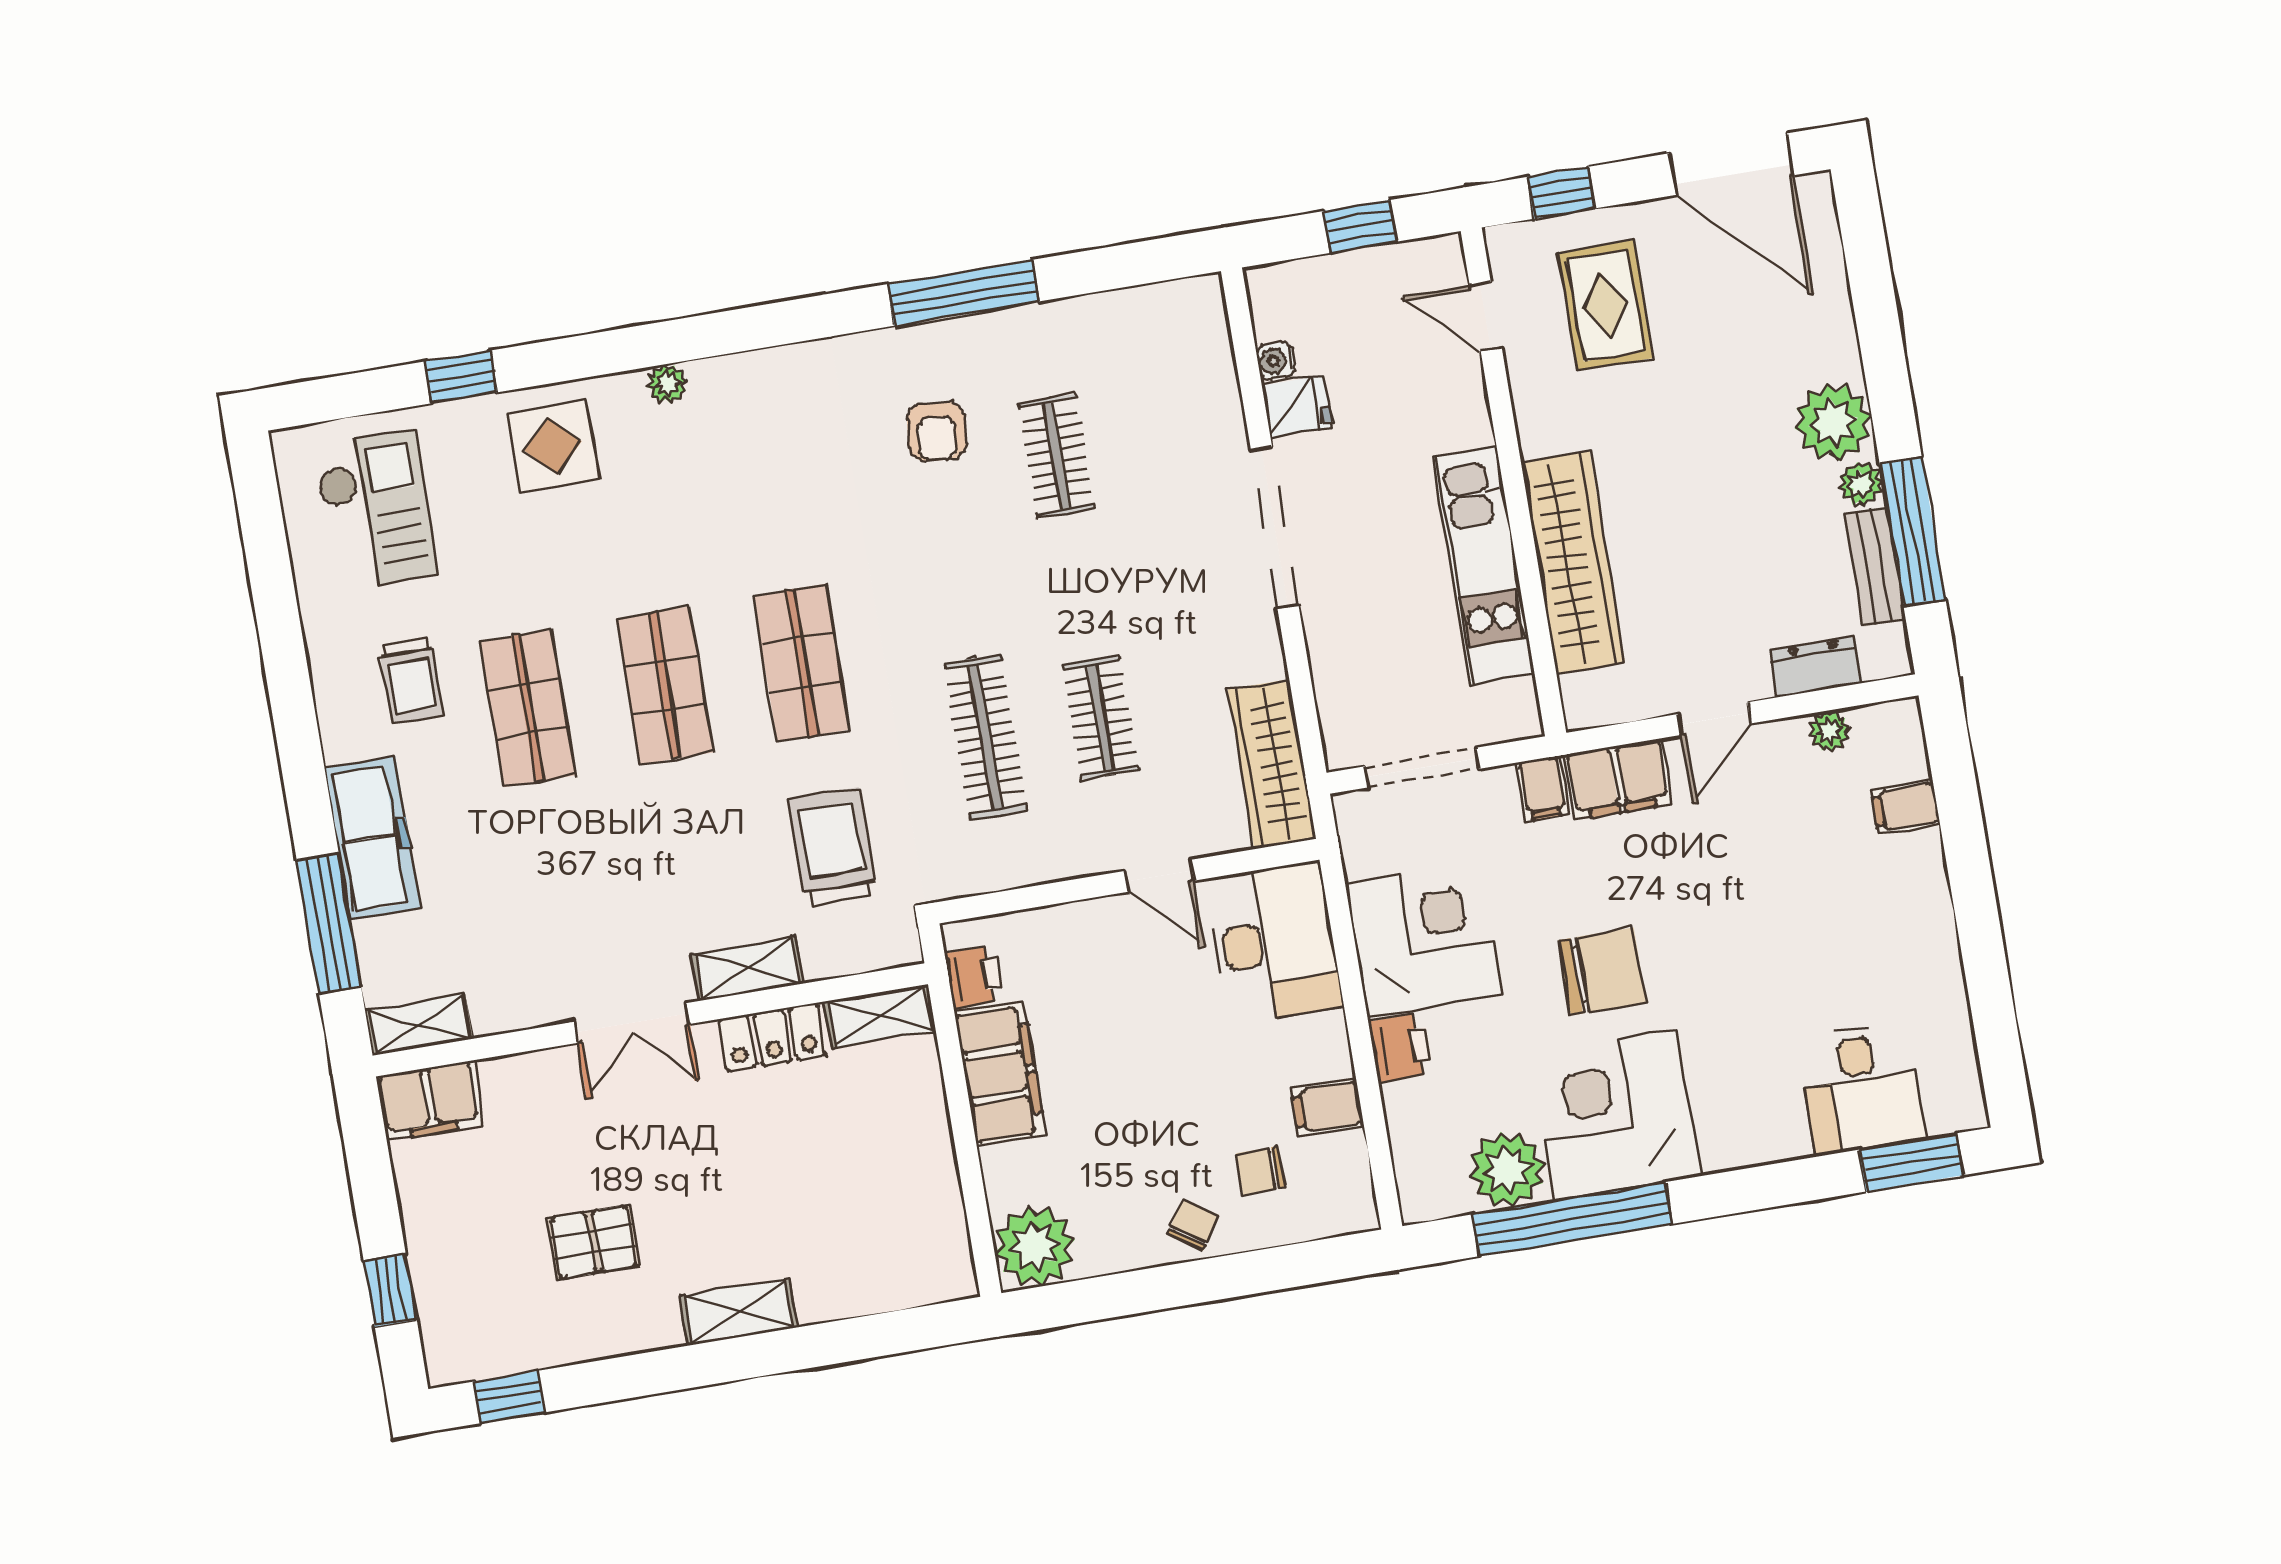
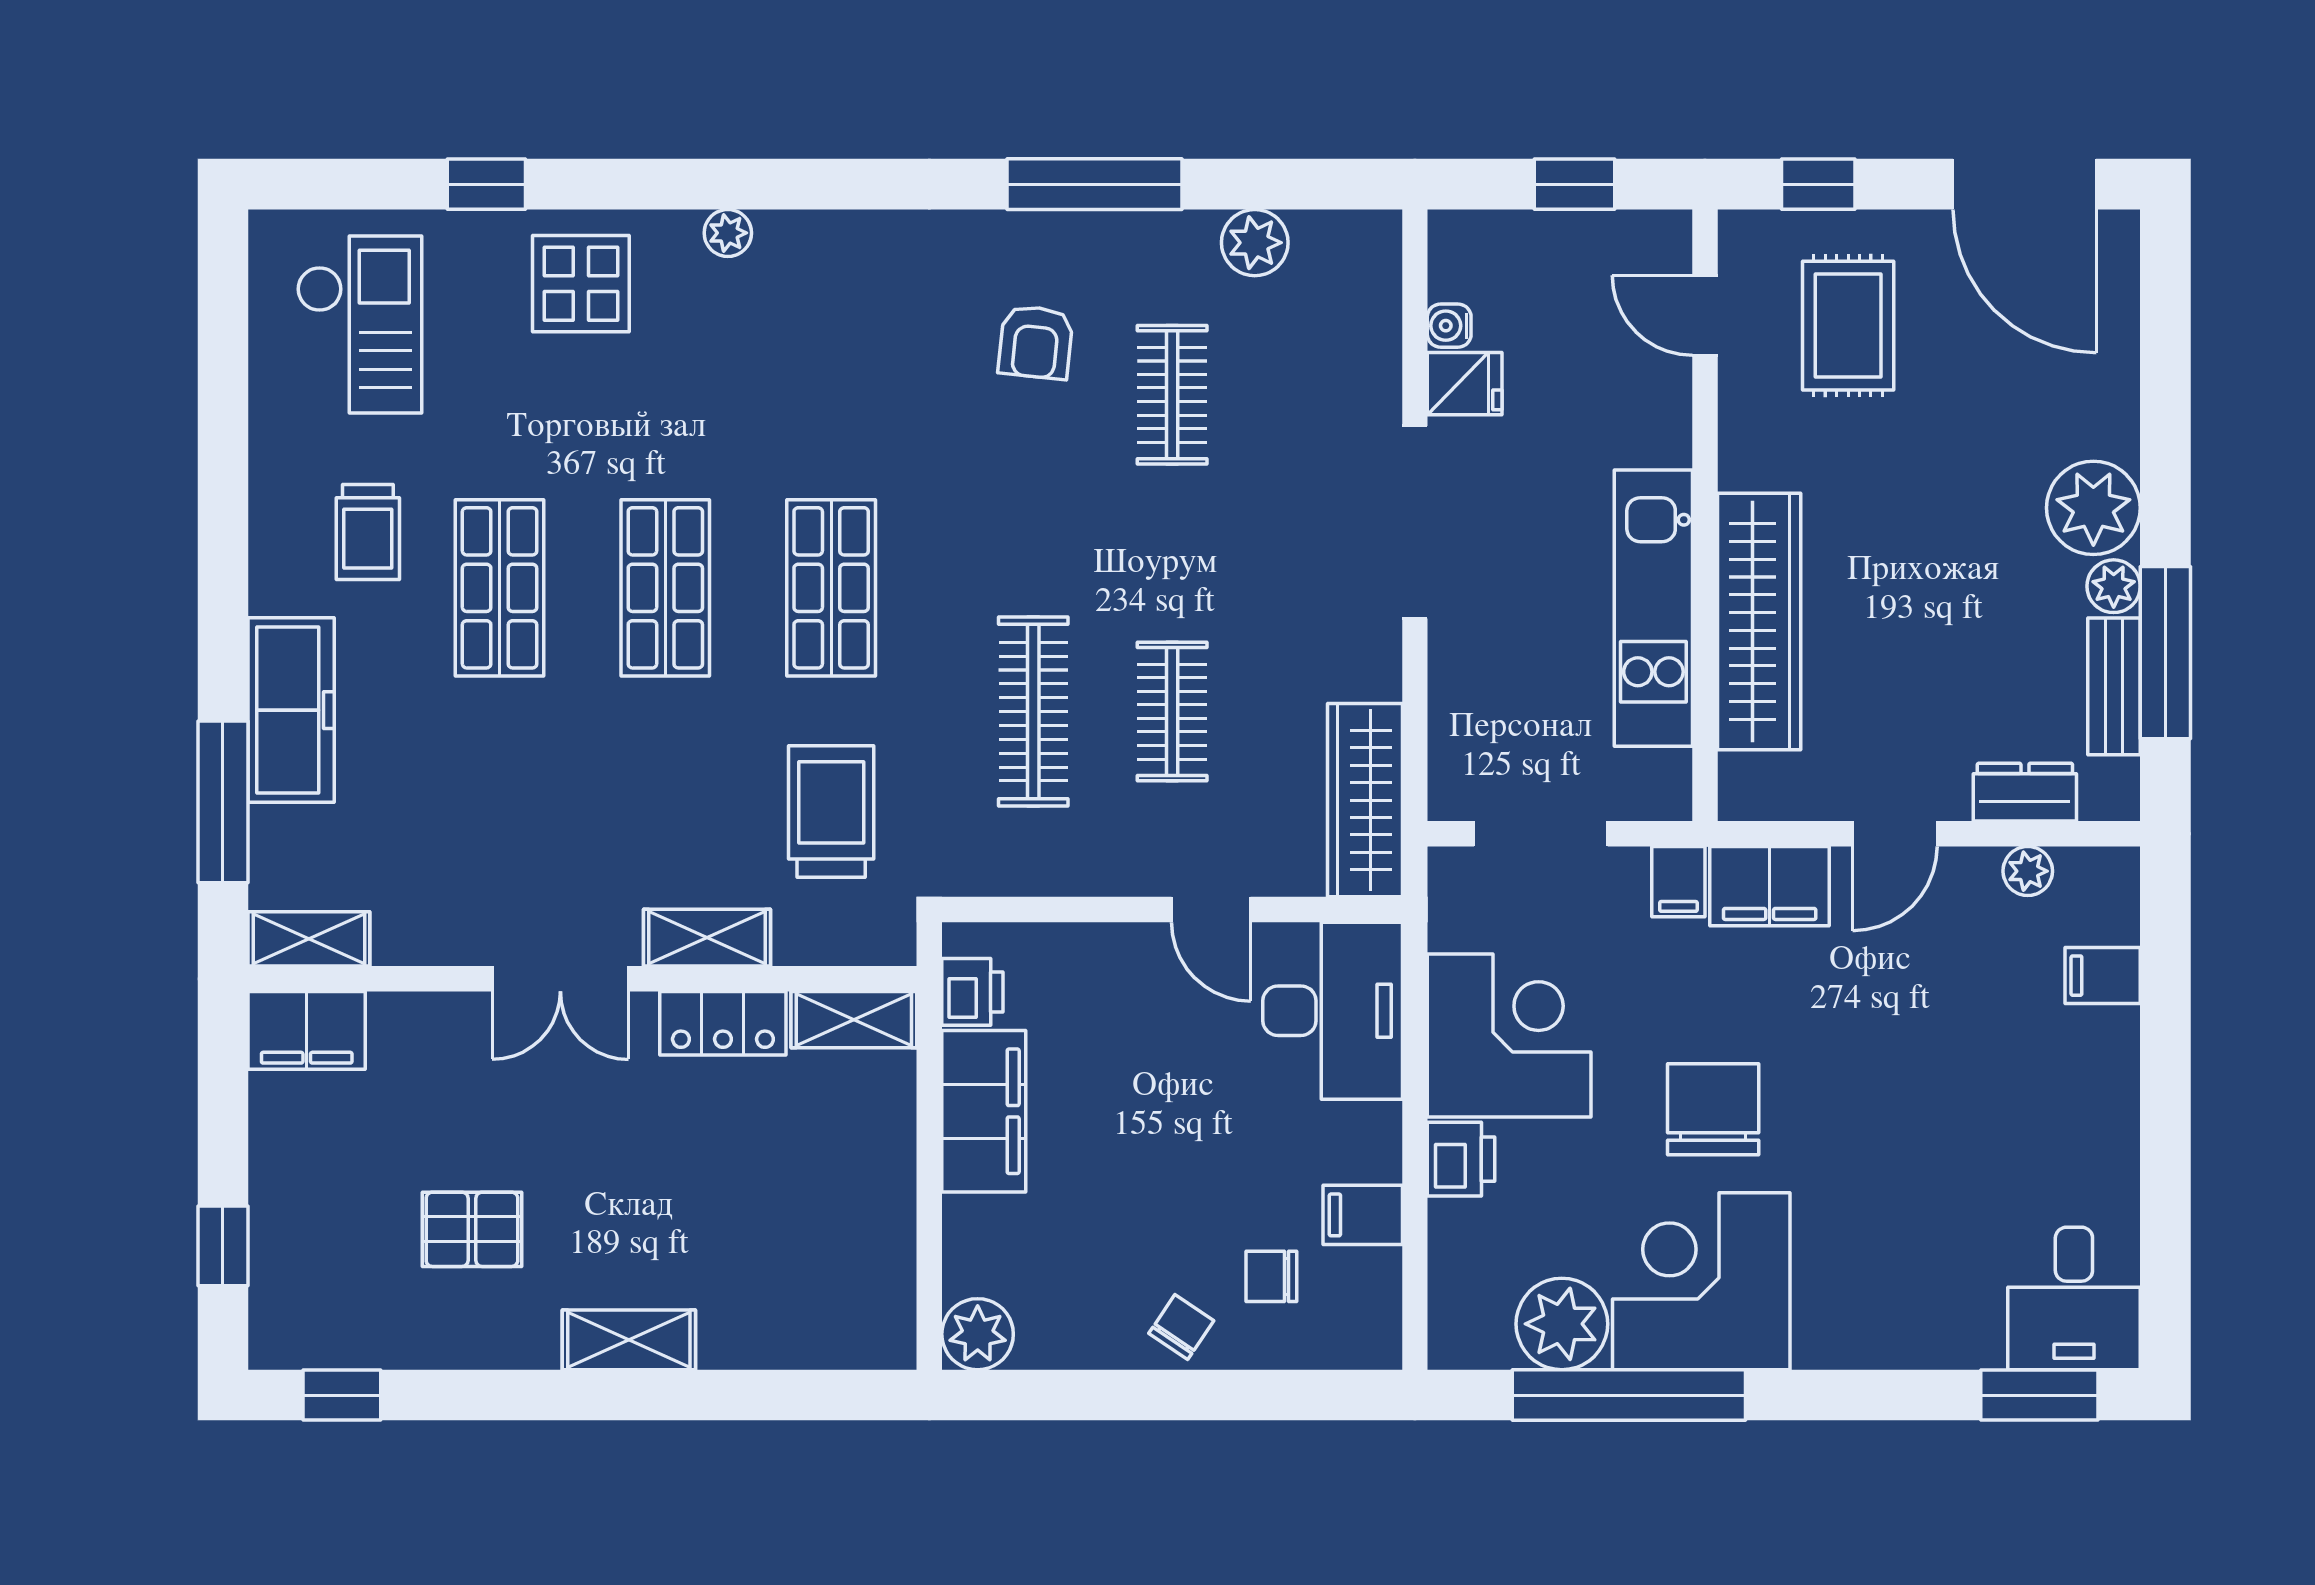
plant: (1104, 319) -> (1255, 243), added
chair: (1602, 971) -> (1713, 1109), turned -90
desk: (1861, 1089) -> (2074, 1298), moved
plant: (1035, 1246) -> (978, 1334), width x0.73, depth x0.73

